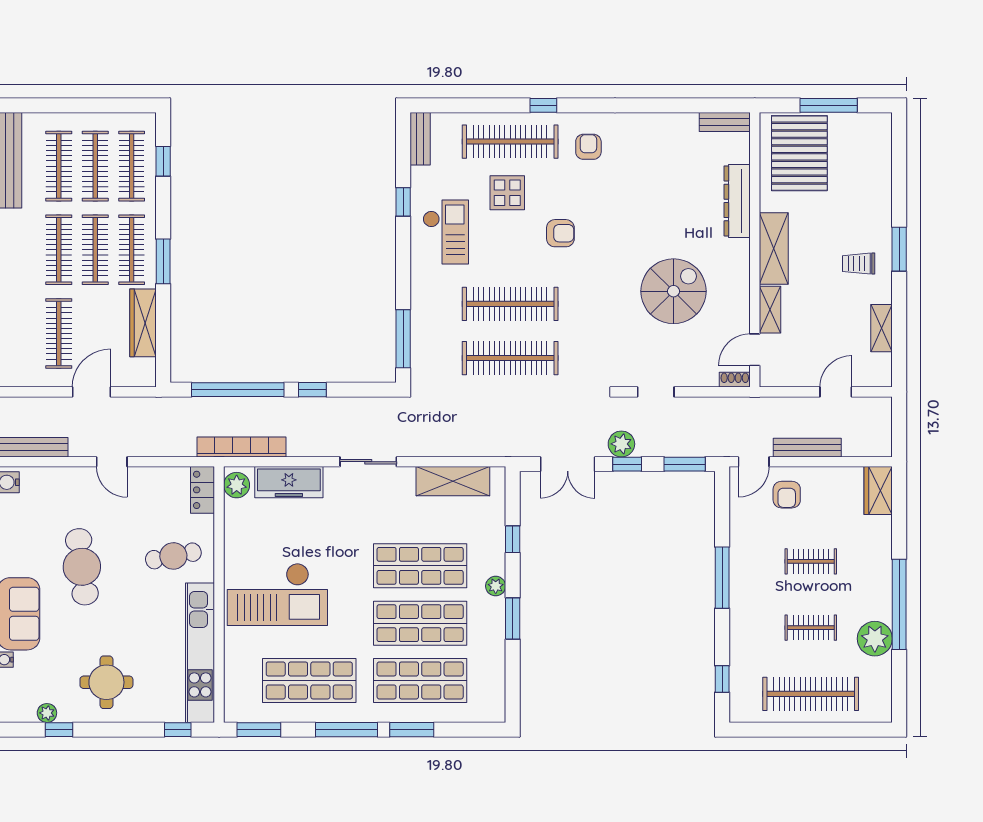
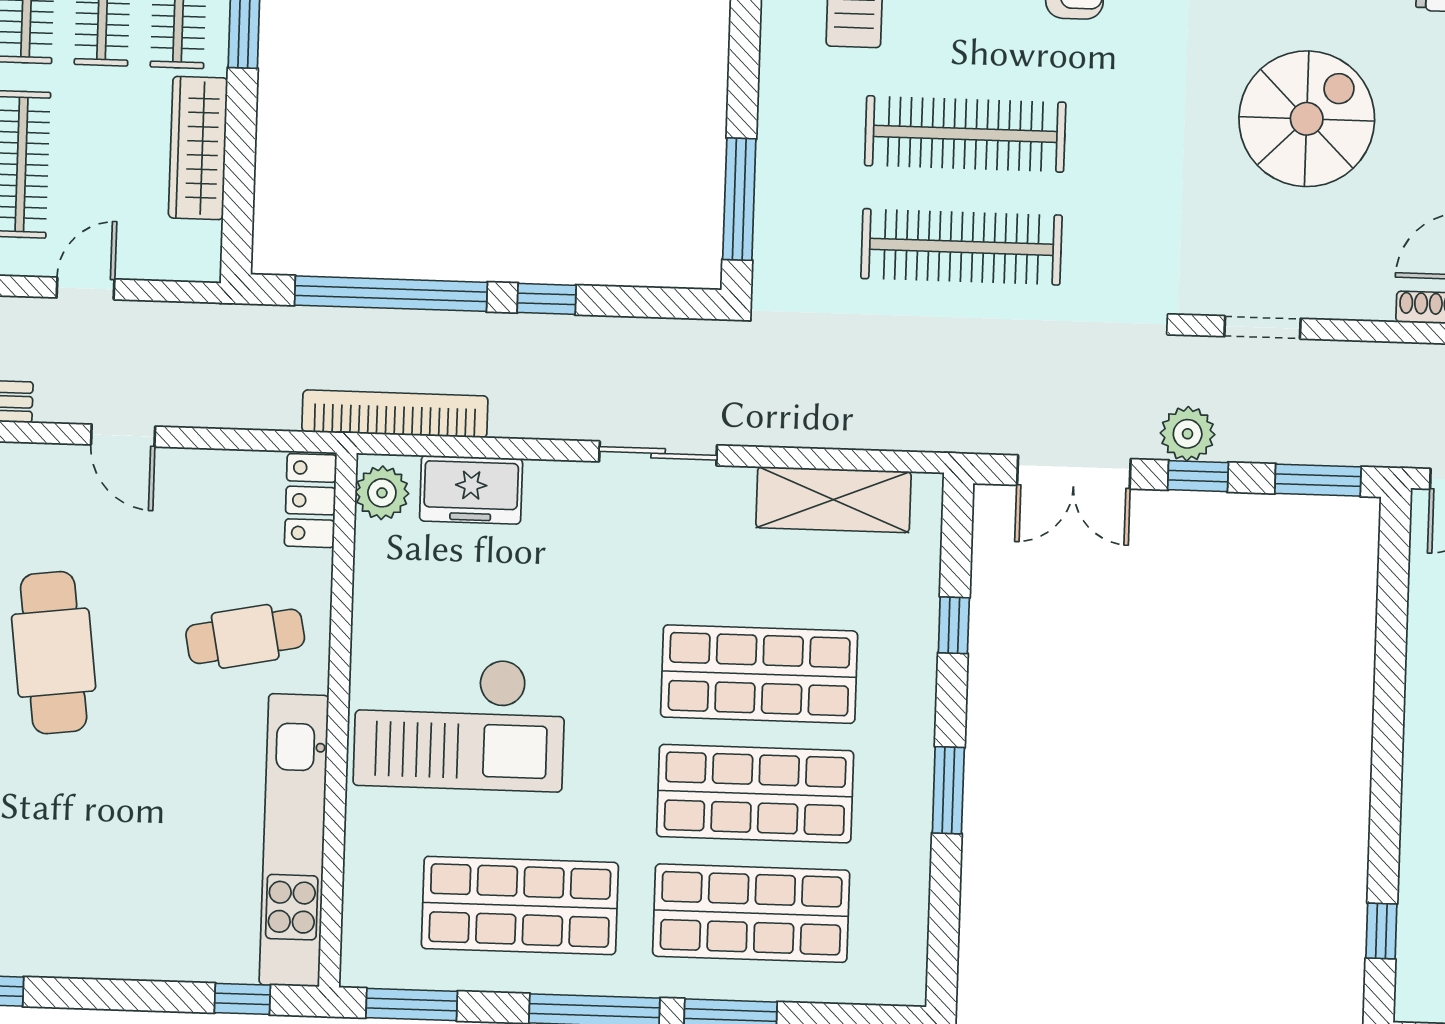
door: (91, 392) -> (86, 288), width x0.73
freezer: (289, 482) -> (471, 490), width x0.71
window: (722, 578) -> (1388, 720), removed
plant: (496, 586) -> (915, 721), removed
round table: (106, 682) -> (97, 895), removed

